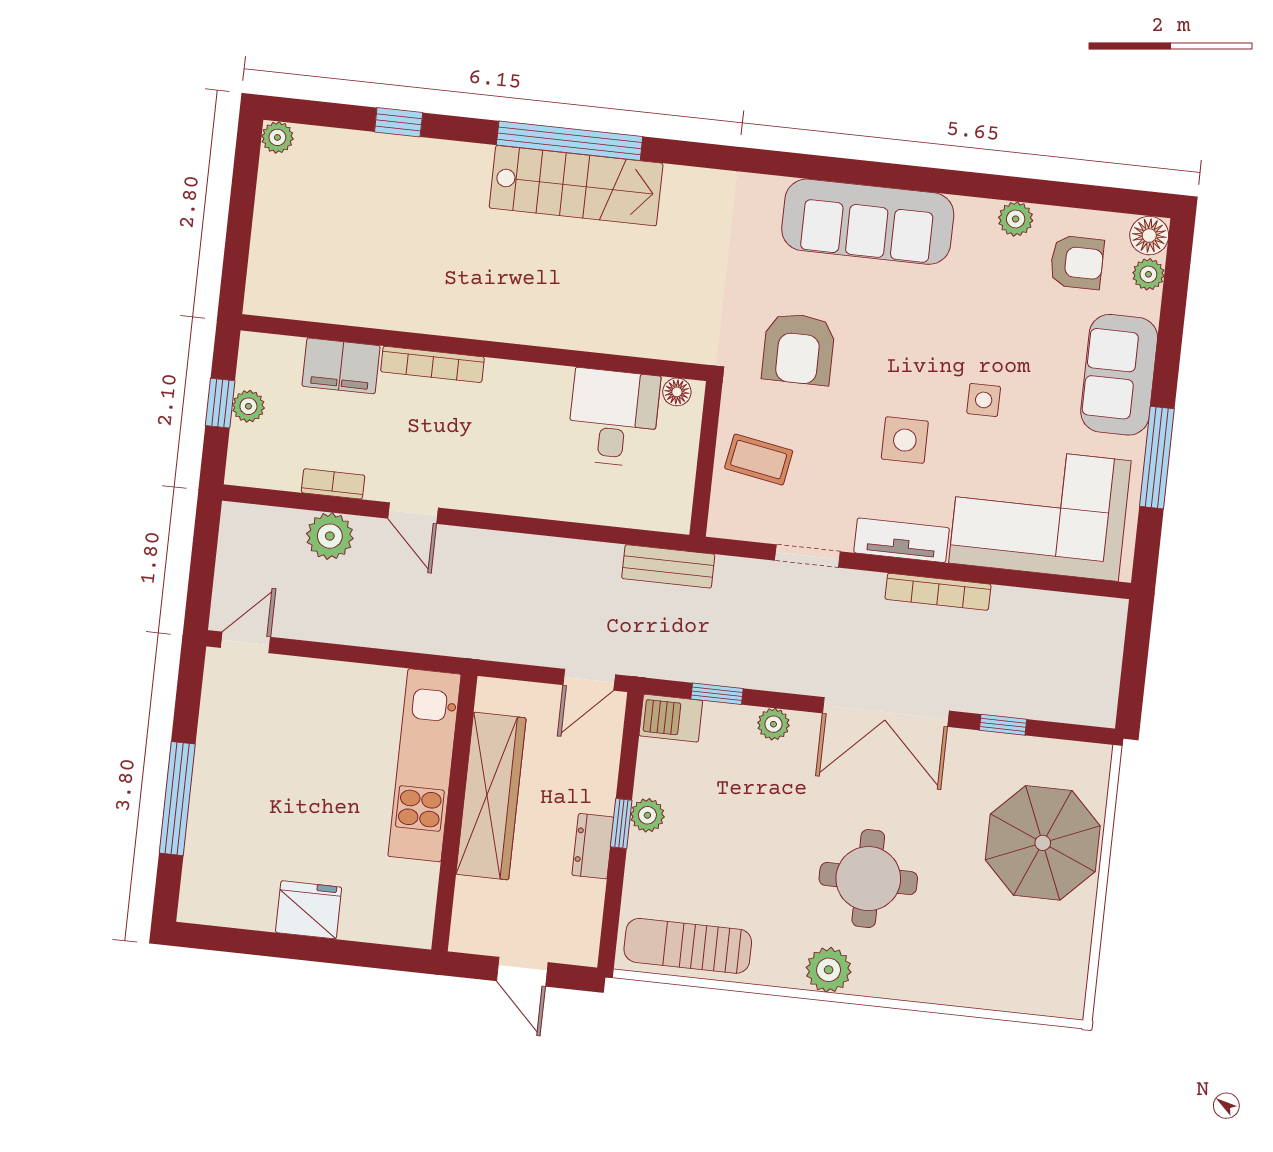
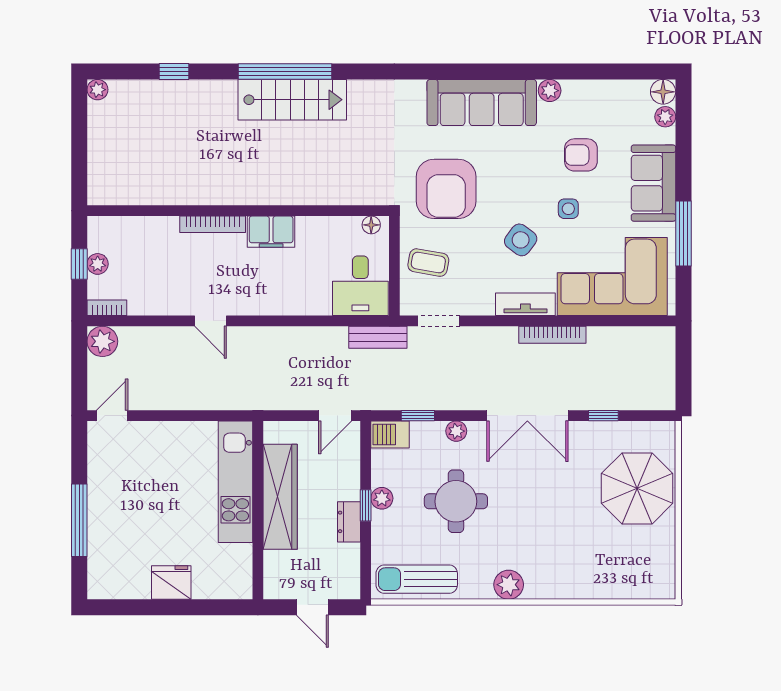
plant: (1016, 219) -> (550, 91), moved
armchair: (1077, 262) -> (581, 155), moved, turned 180
armchair: (798, 349) -> (446, 189), width x1.36, depth x1.36
filing cabinet: (341, 366) -> (271, 232), moved
desk: (613, 418) -> (360, 286), moved, turned 180
side table: (905, 440) -> (521, 240), turned 37
bookcase: (333, 484) -> (107, 308), moved
plant: (330, 536) -> (102, 341), moved
doorway: (807, 556) -> (439, 321), moved
round table: (868, 879) -> (456, 501), moved

